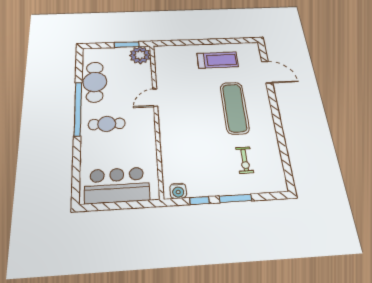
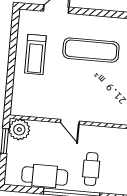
treadmill: (218, 60) -> (35, 54), turned 180

